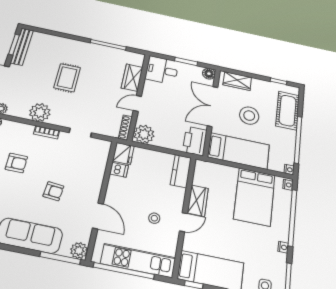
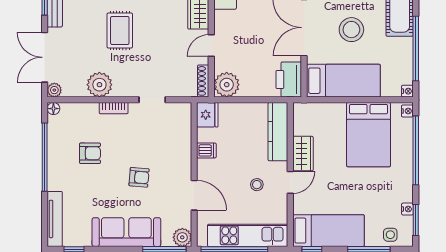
dishwasher: (119, 170) -> (206, 150), moved
kitchen counter: (181, 171) -> (278, 132), width x1.50
nightstand: (283, 247) -> (407, 209), moved

